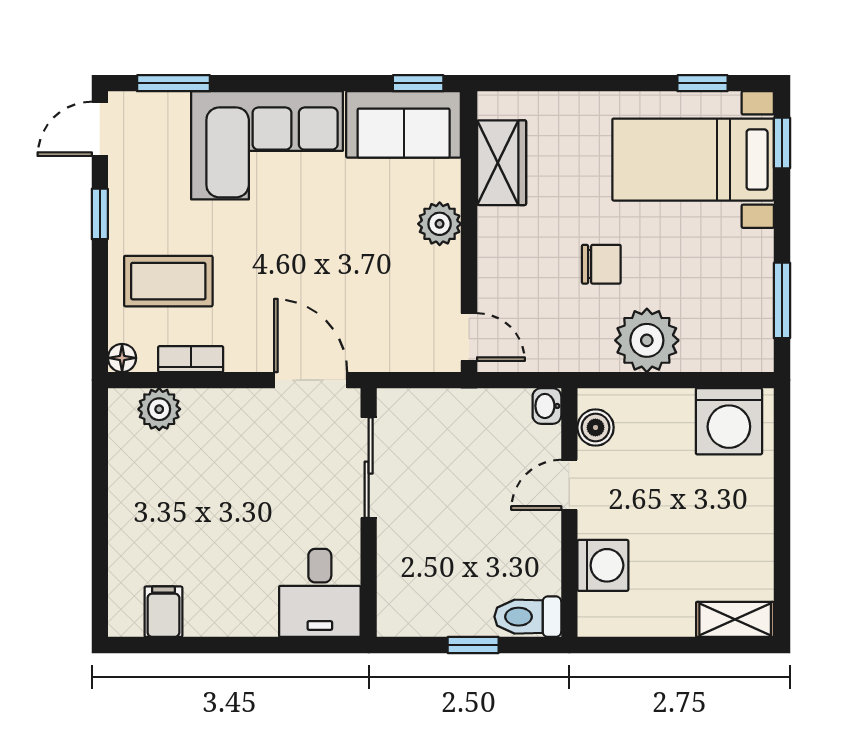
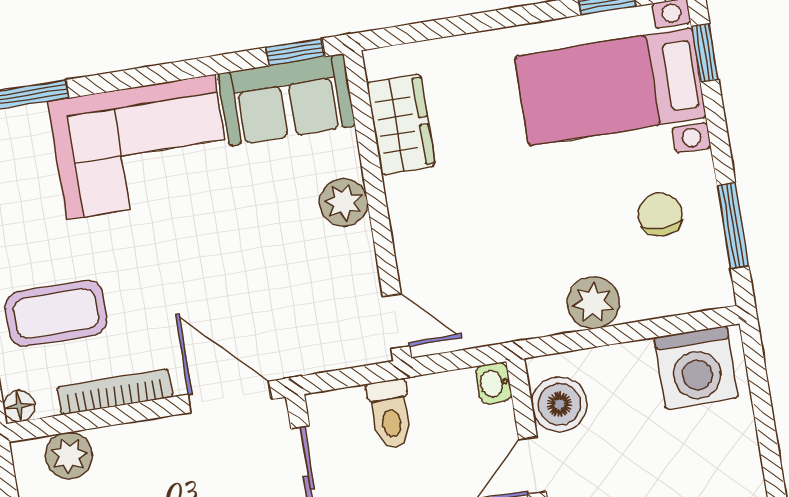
chair: (601, 264) -> (660, 214), moved, turned -90
plant: (647, 340) -> (593, 303), width x0.73, depth x0.73
bookcase: (191, 359) -> (115, 392), width x1.56
toilet: (451, 418) -> (390, 414), added
boiler: (596, 427) -> (559, 404), width x1.36, depth x1.36

